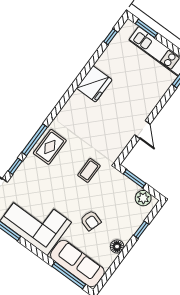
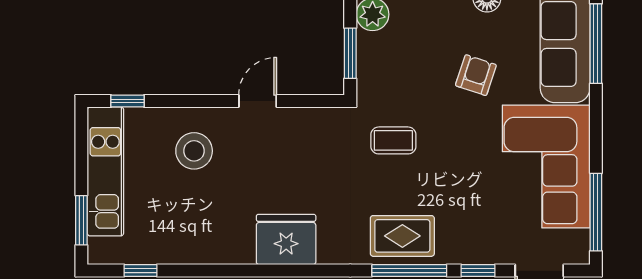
fridge: (94, 84) -> (286, 240), moved
stool: (141, 91) -> (194, 151), added

